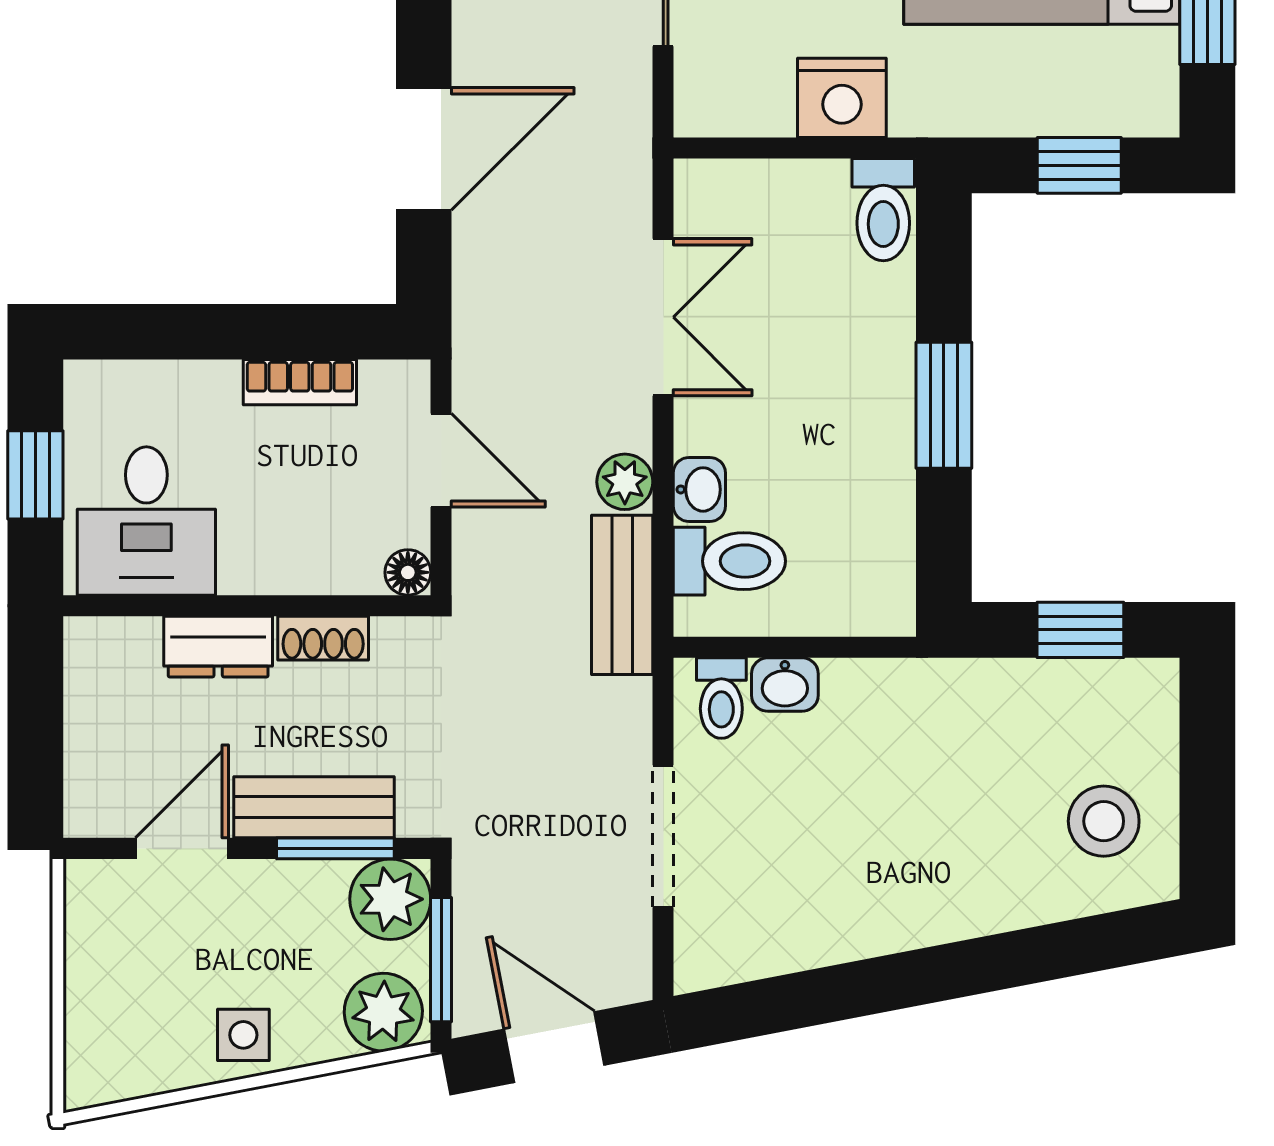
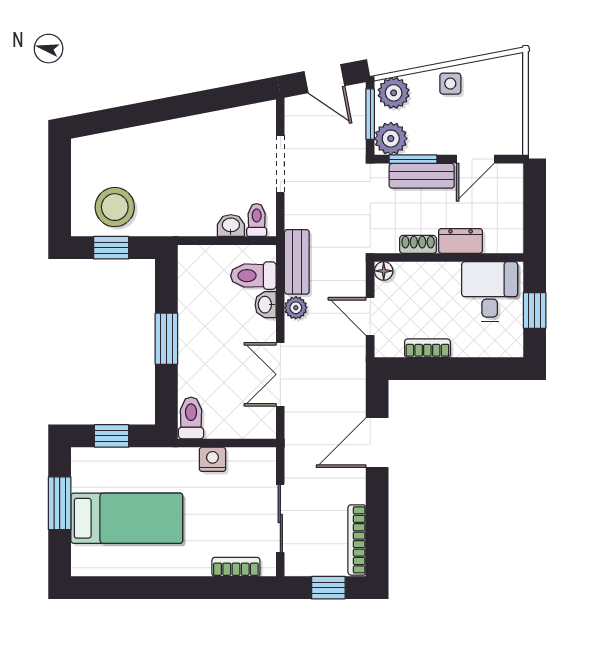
nightstand: (842, 98) -> (212, 459), width x0.74, depth x0.75
stool: (1104, 821) -> (115, 207), moved, width x1.38, depth x1.38

